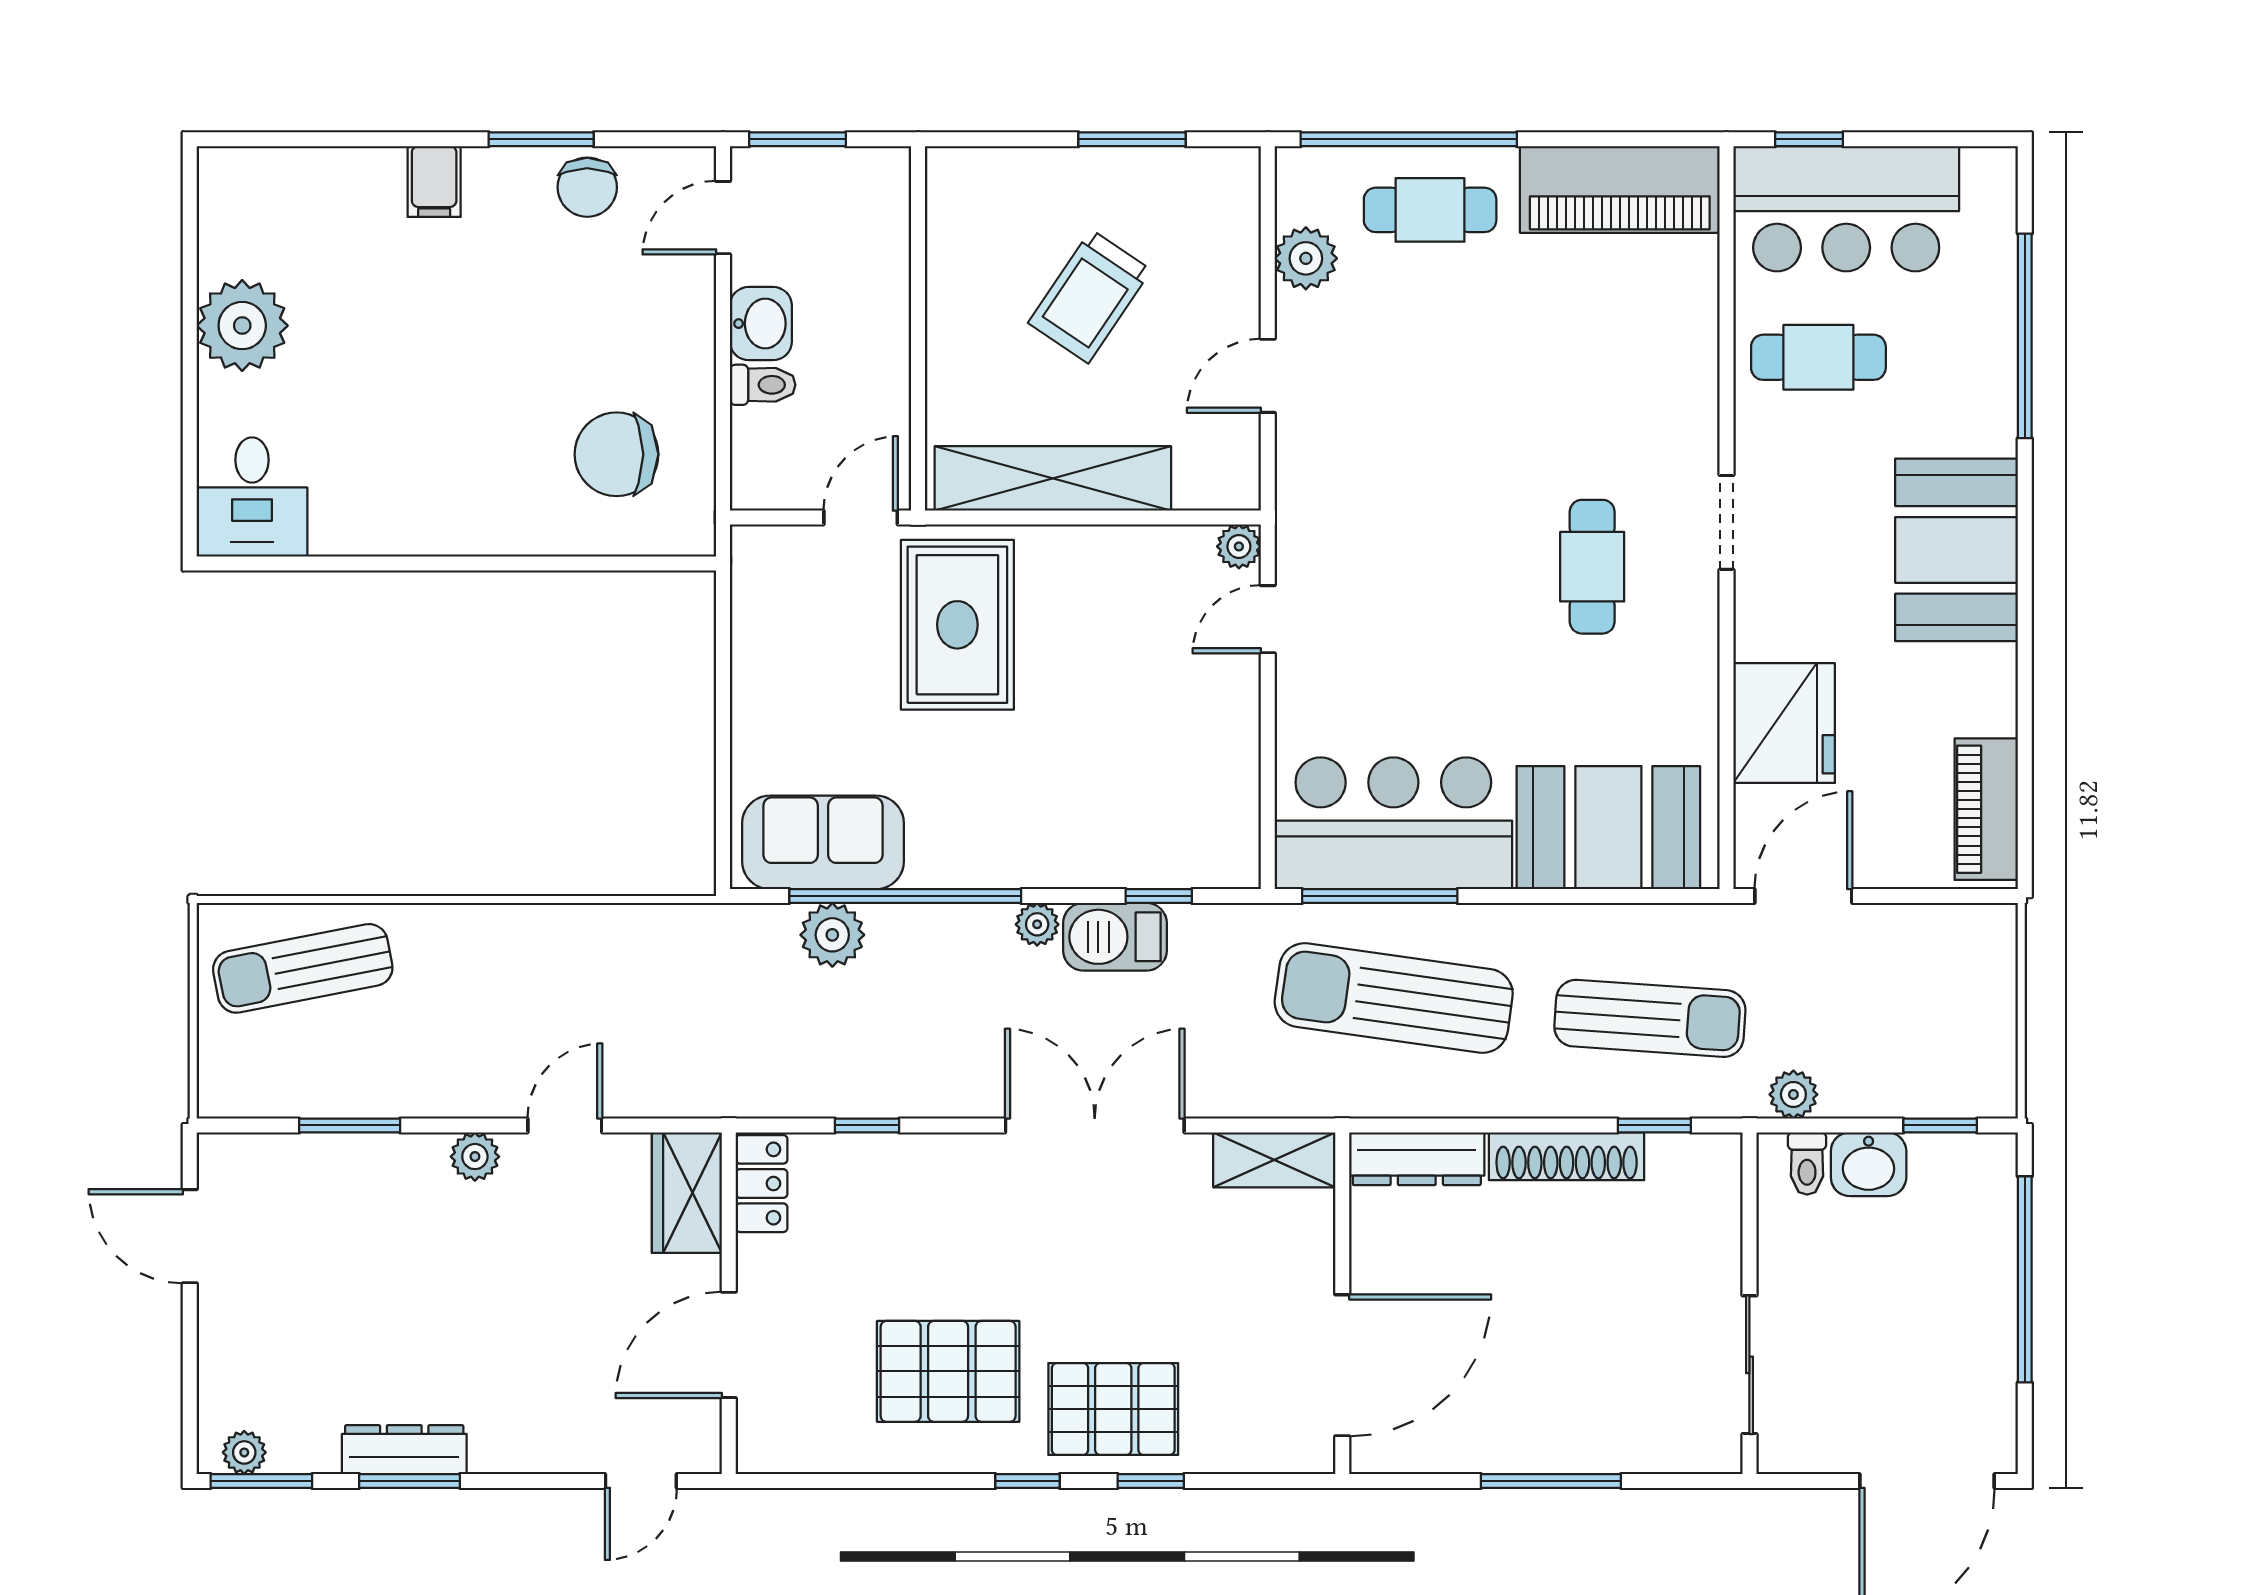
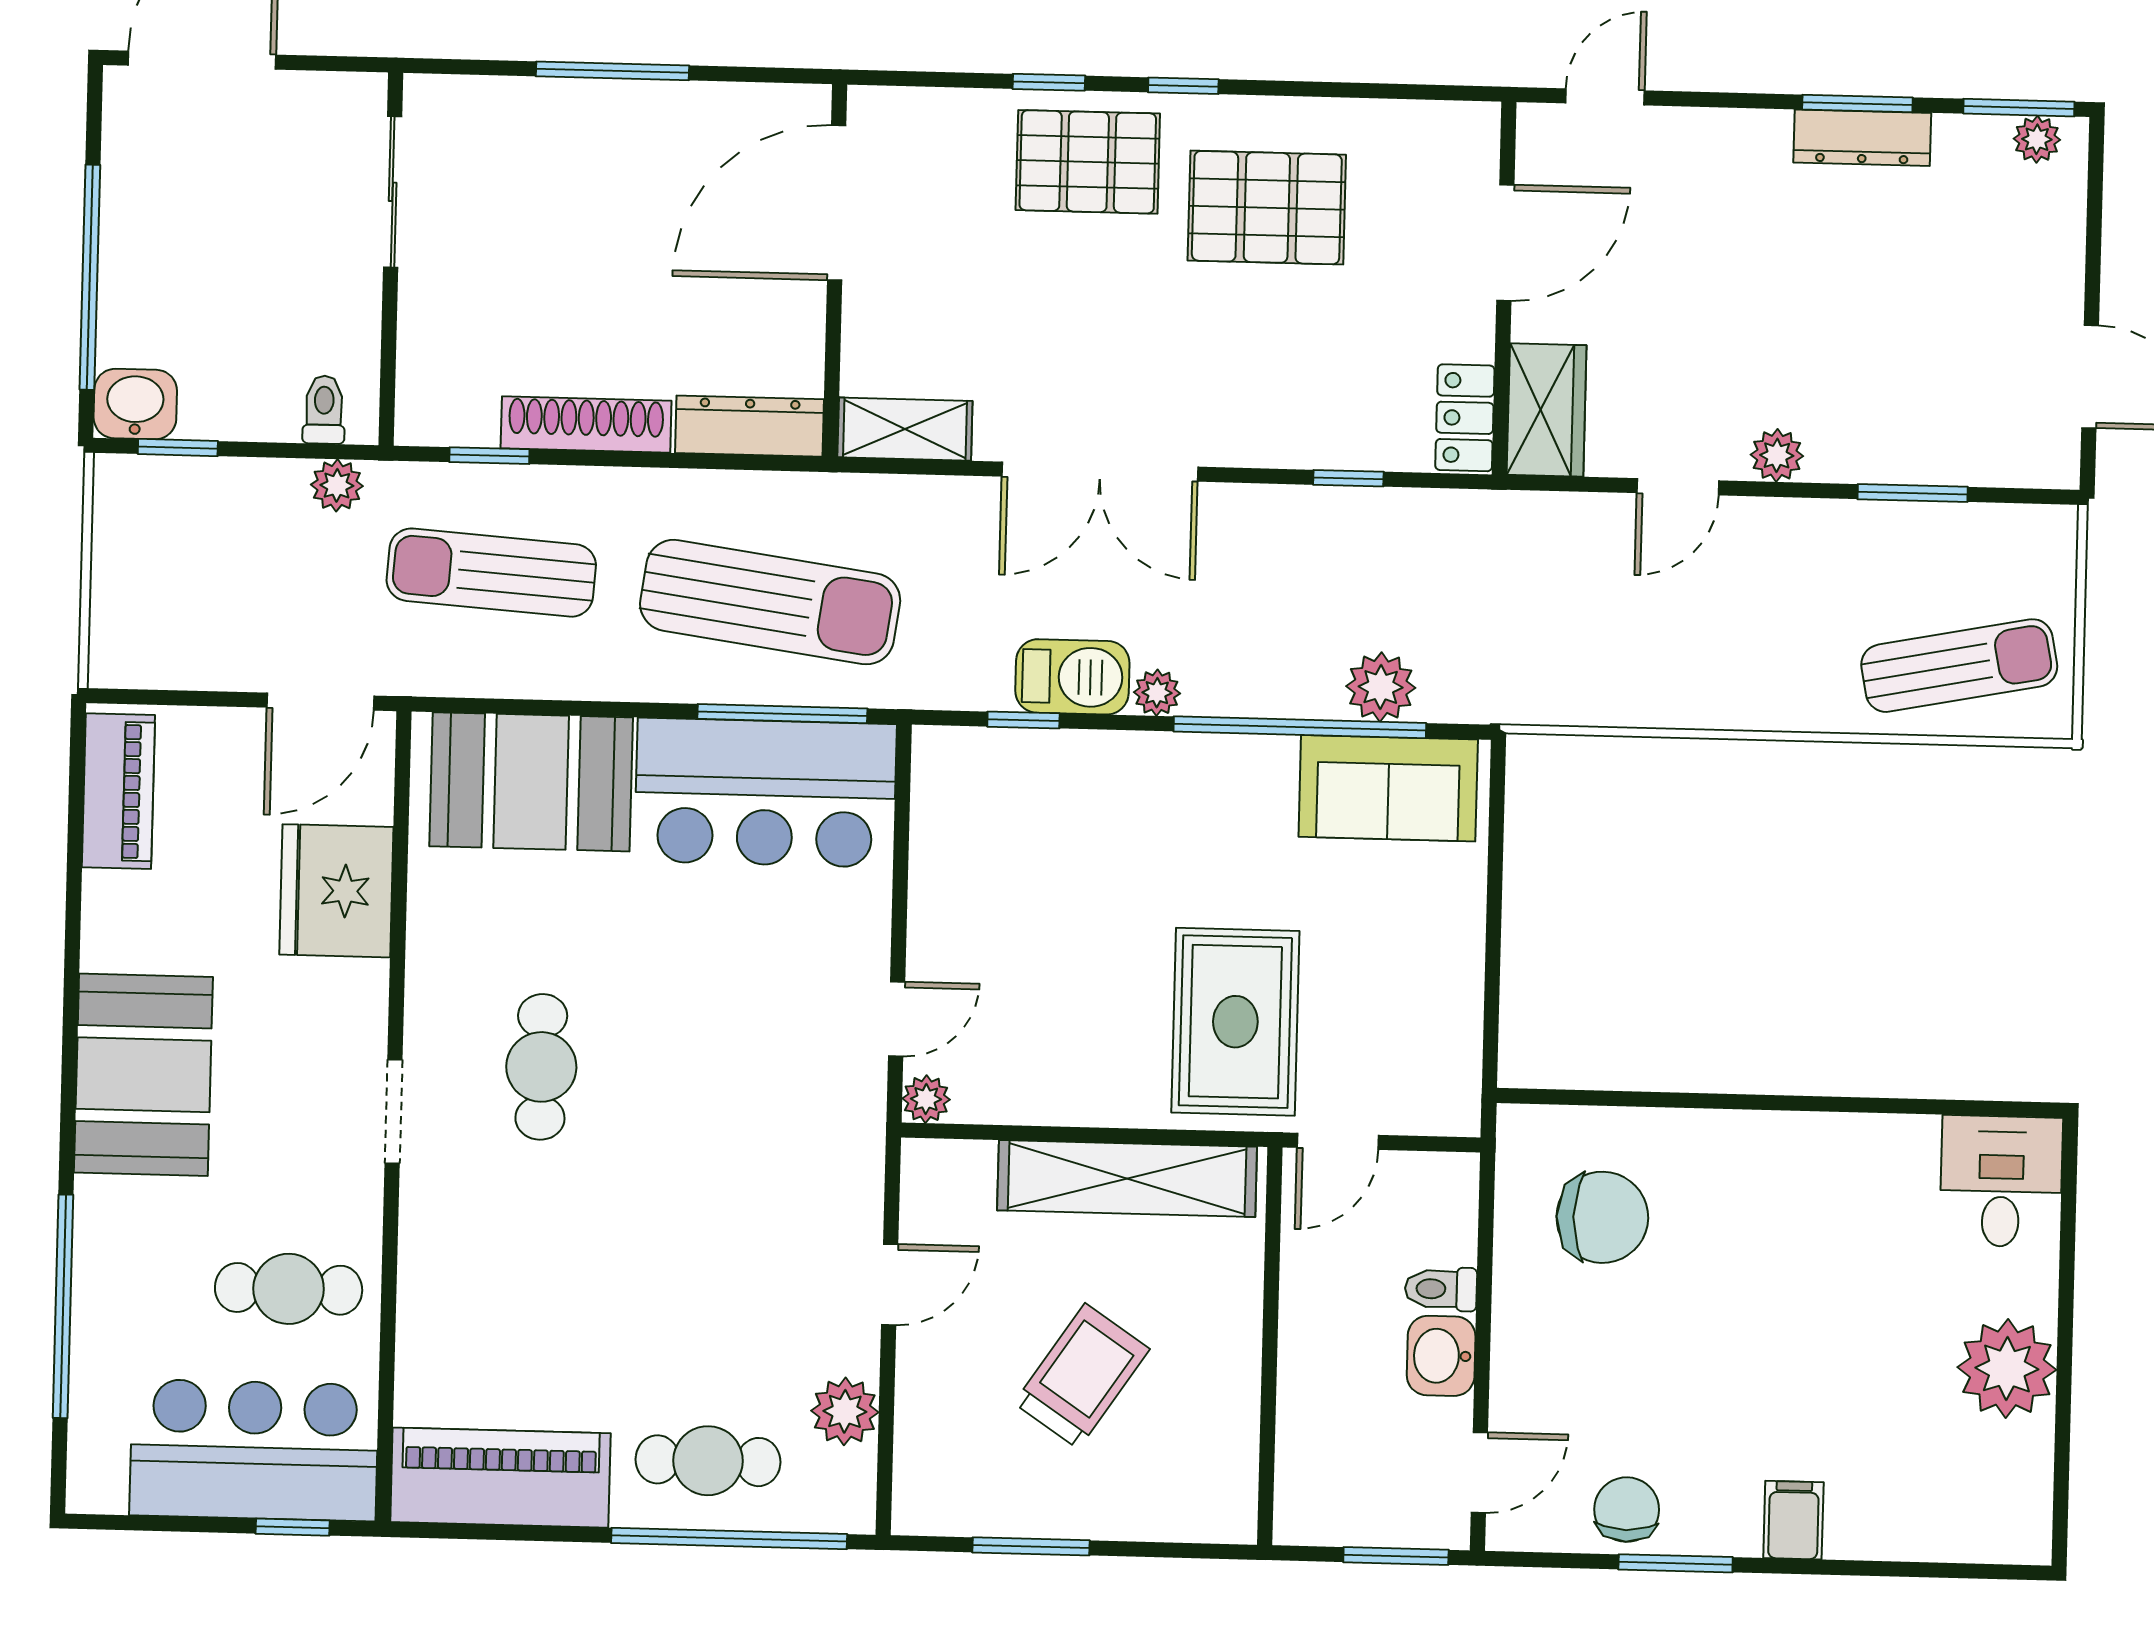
washbasin: (1869, 1164) -> (135, 404), moved

